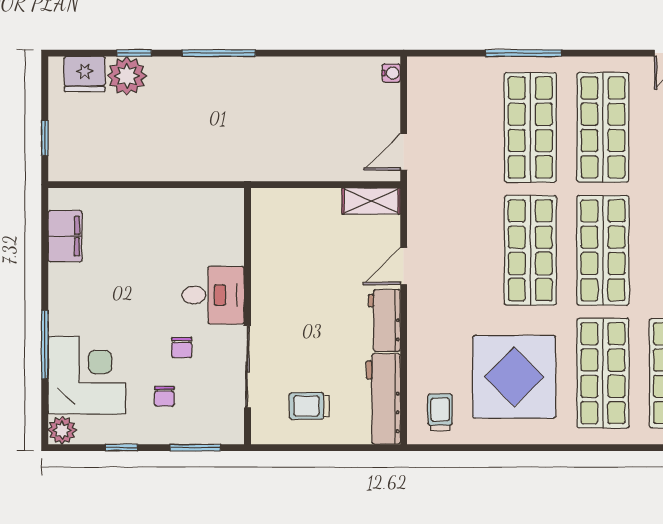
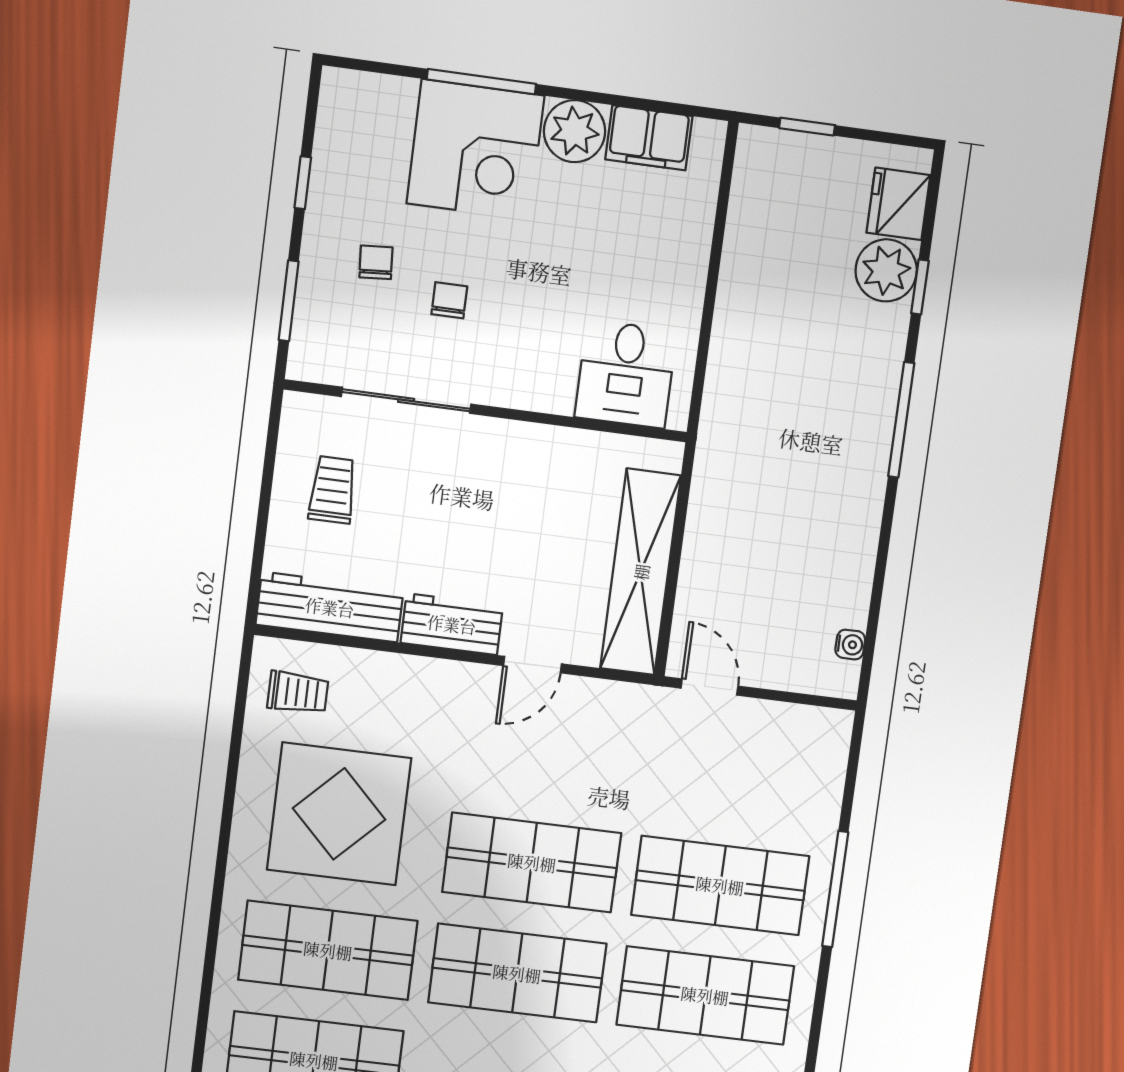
water cooler: (391, 73) -> (850, 645), moved, turned -90
shelving: (371, 201) -> (641, 572), width x2.20, depth x1.33
door: (404, 266) -> (533, 665), swing flipped
desk: (213, 295) -> (626, 374), moved
chair: (182, 348) -> (449, 300), turned 90
corner desk: (87, 375) -> (475, 150), moved
chair: (164, 396) -> (376, 262), turned 86
plant: (62, 430) -> (575, 131), moved, width x1.36, depth x1.36

